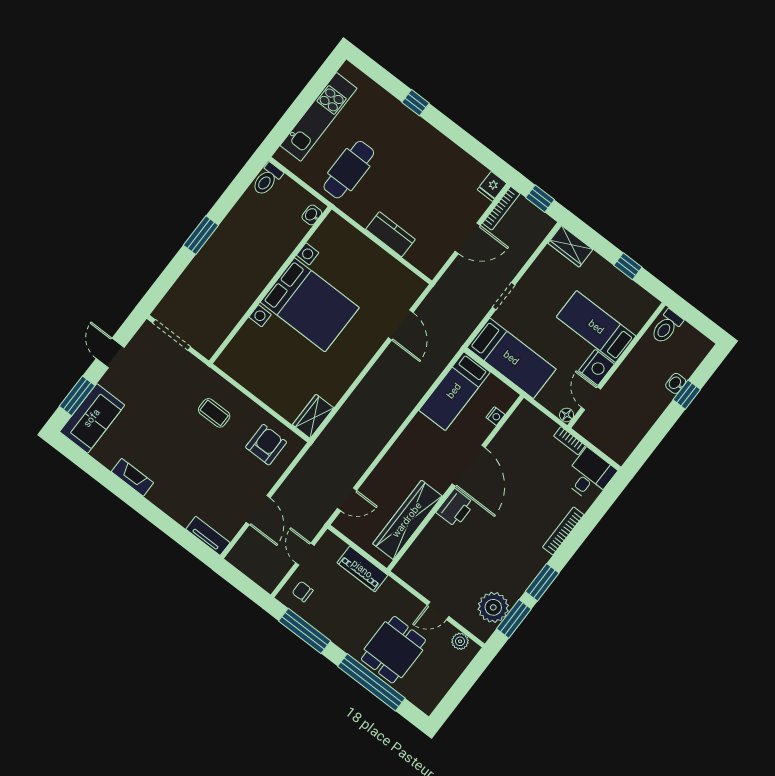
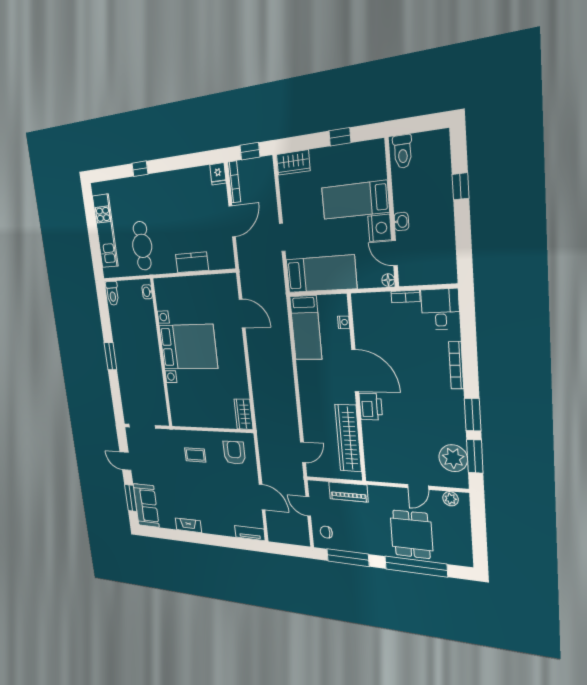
washbasin: (676, 383) -> (401, 221), moved, turned 180

